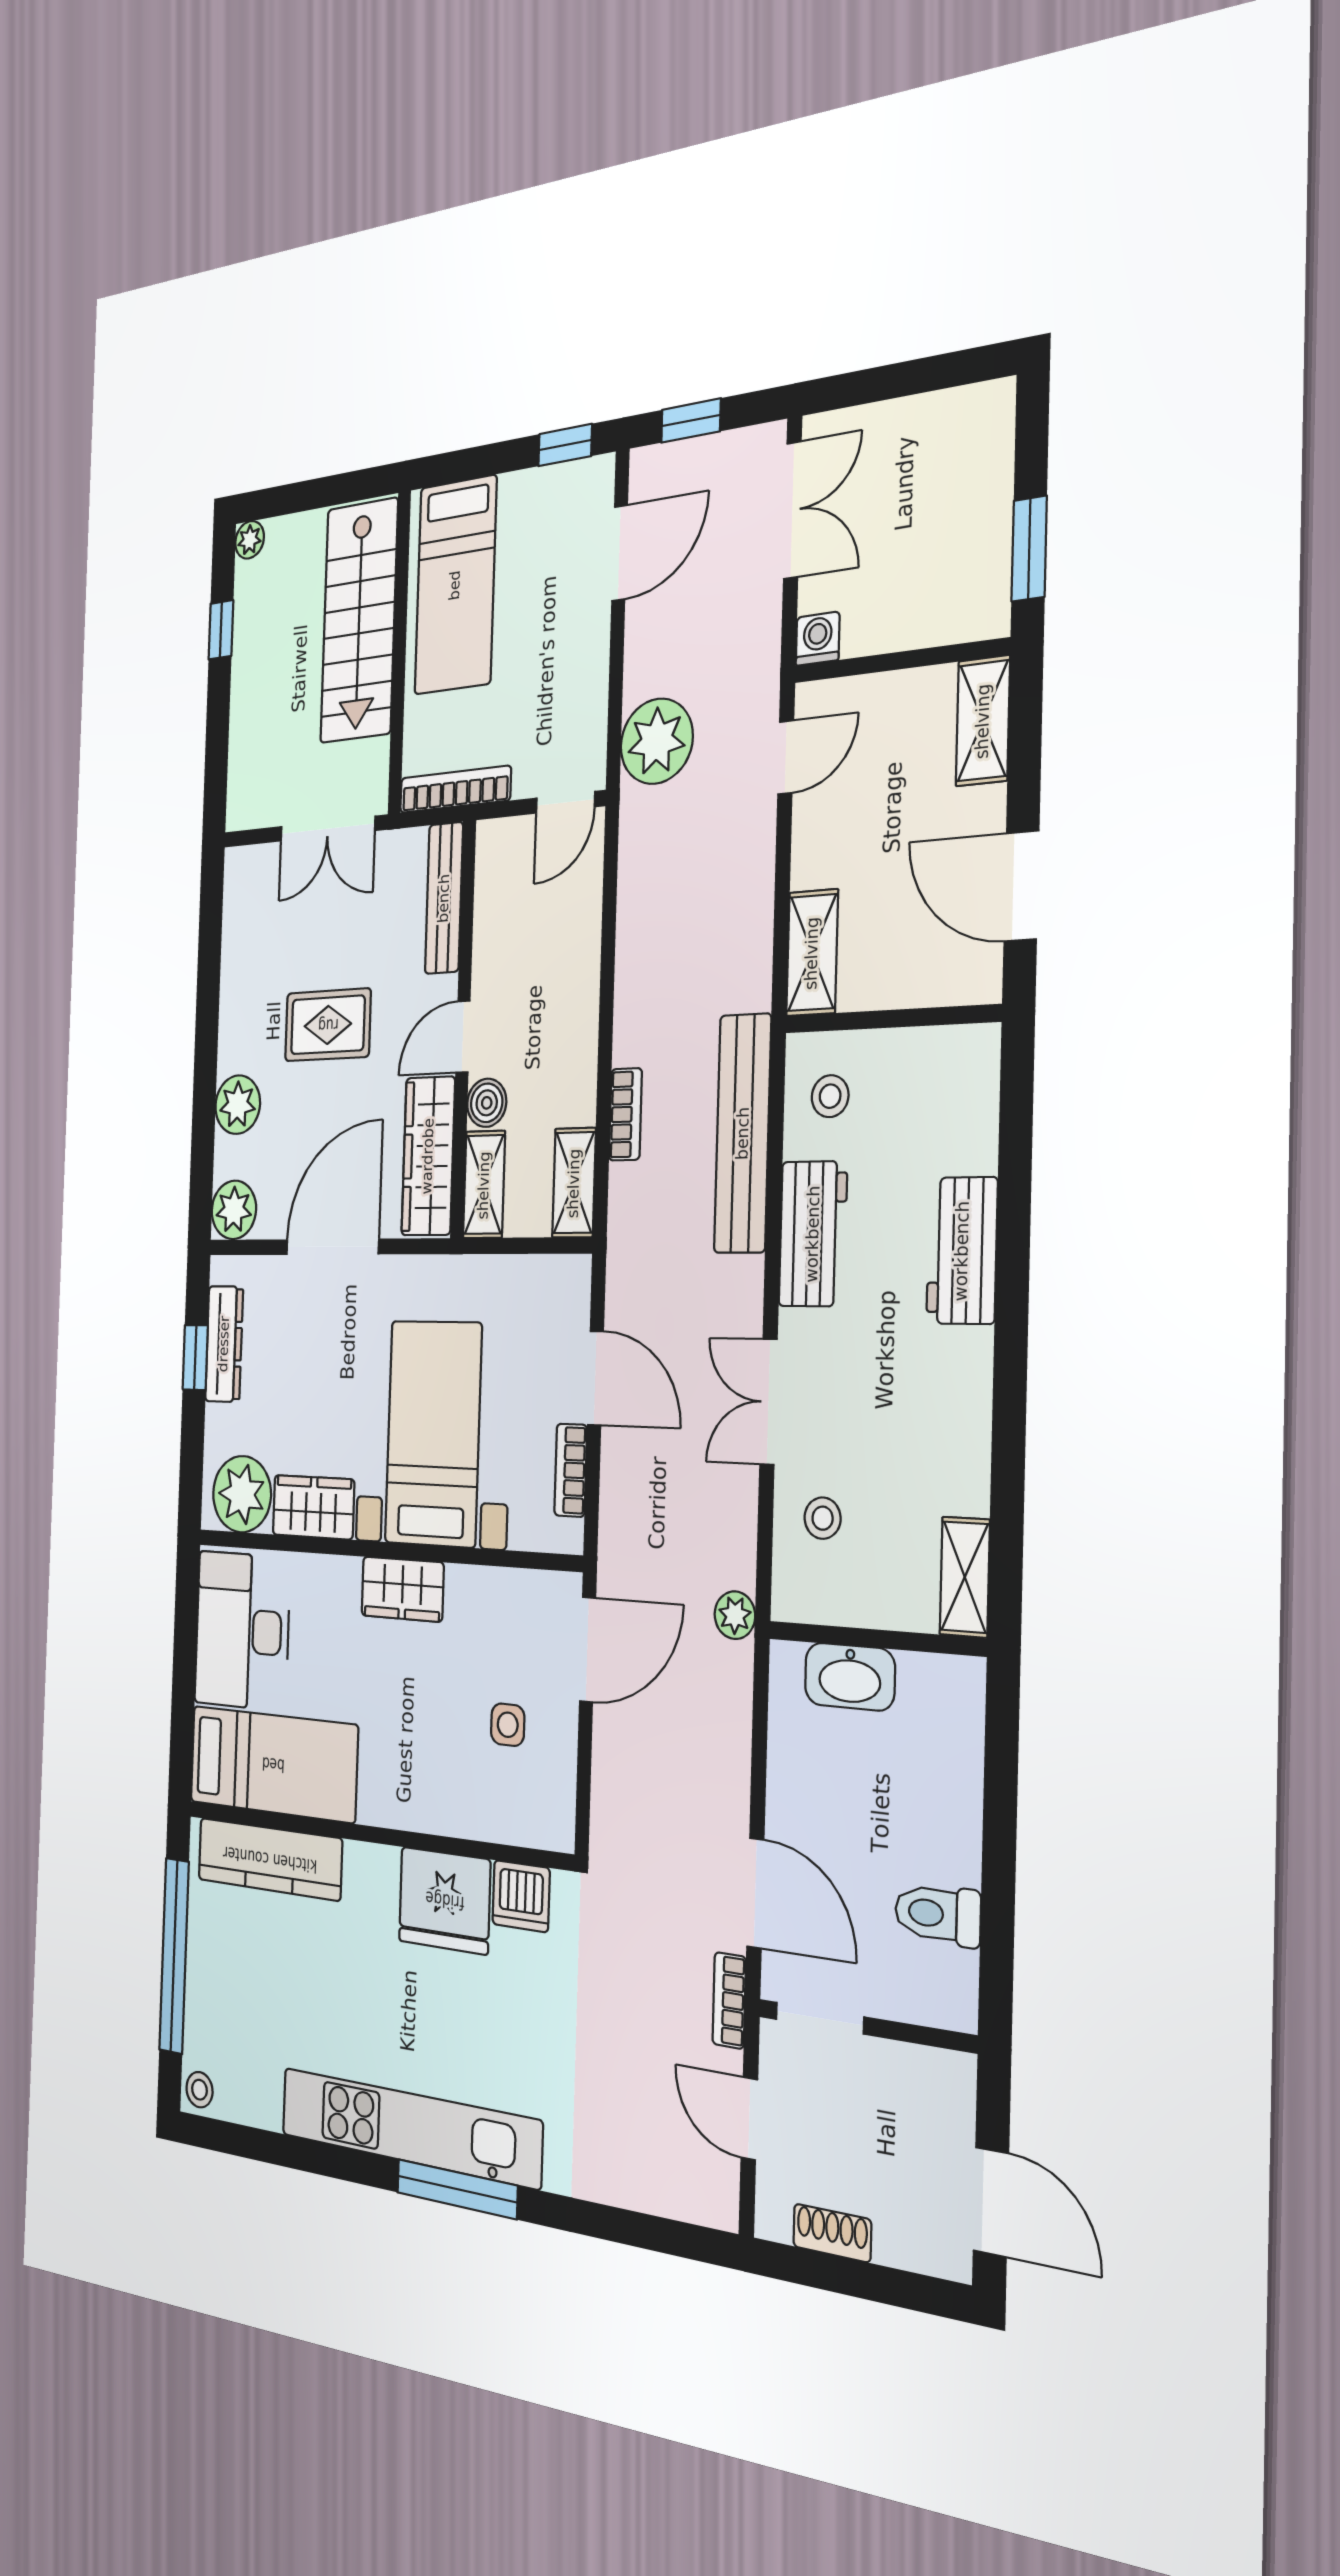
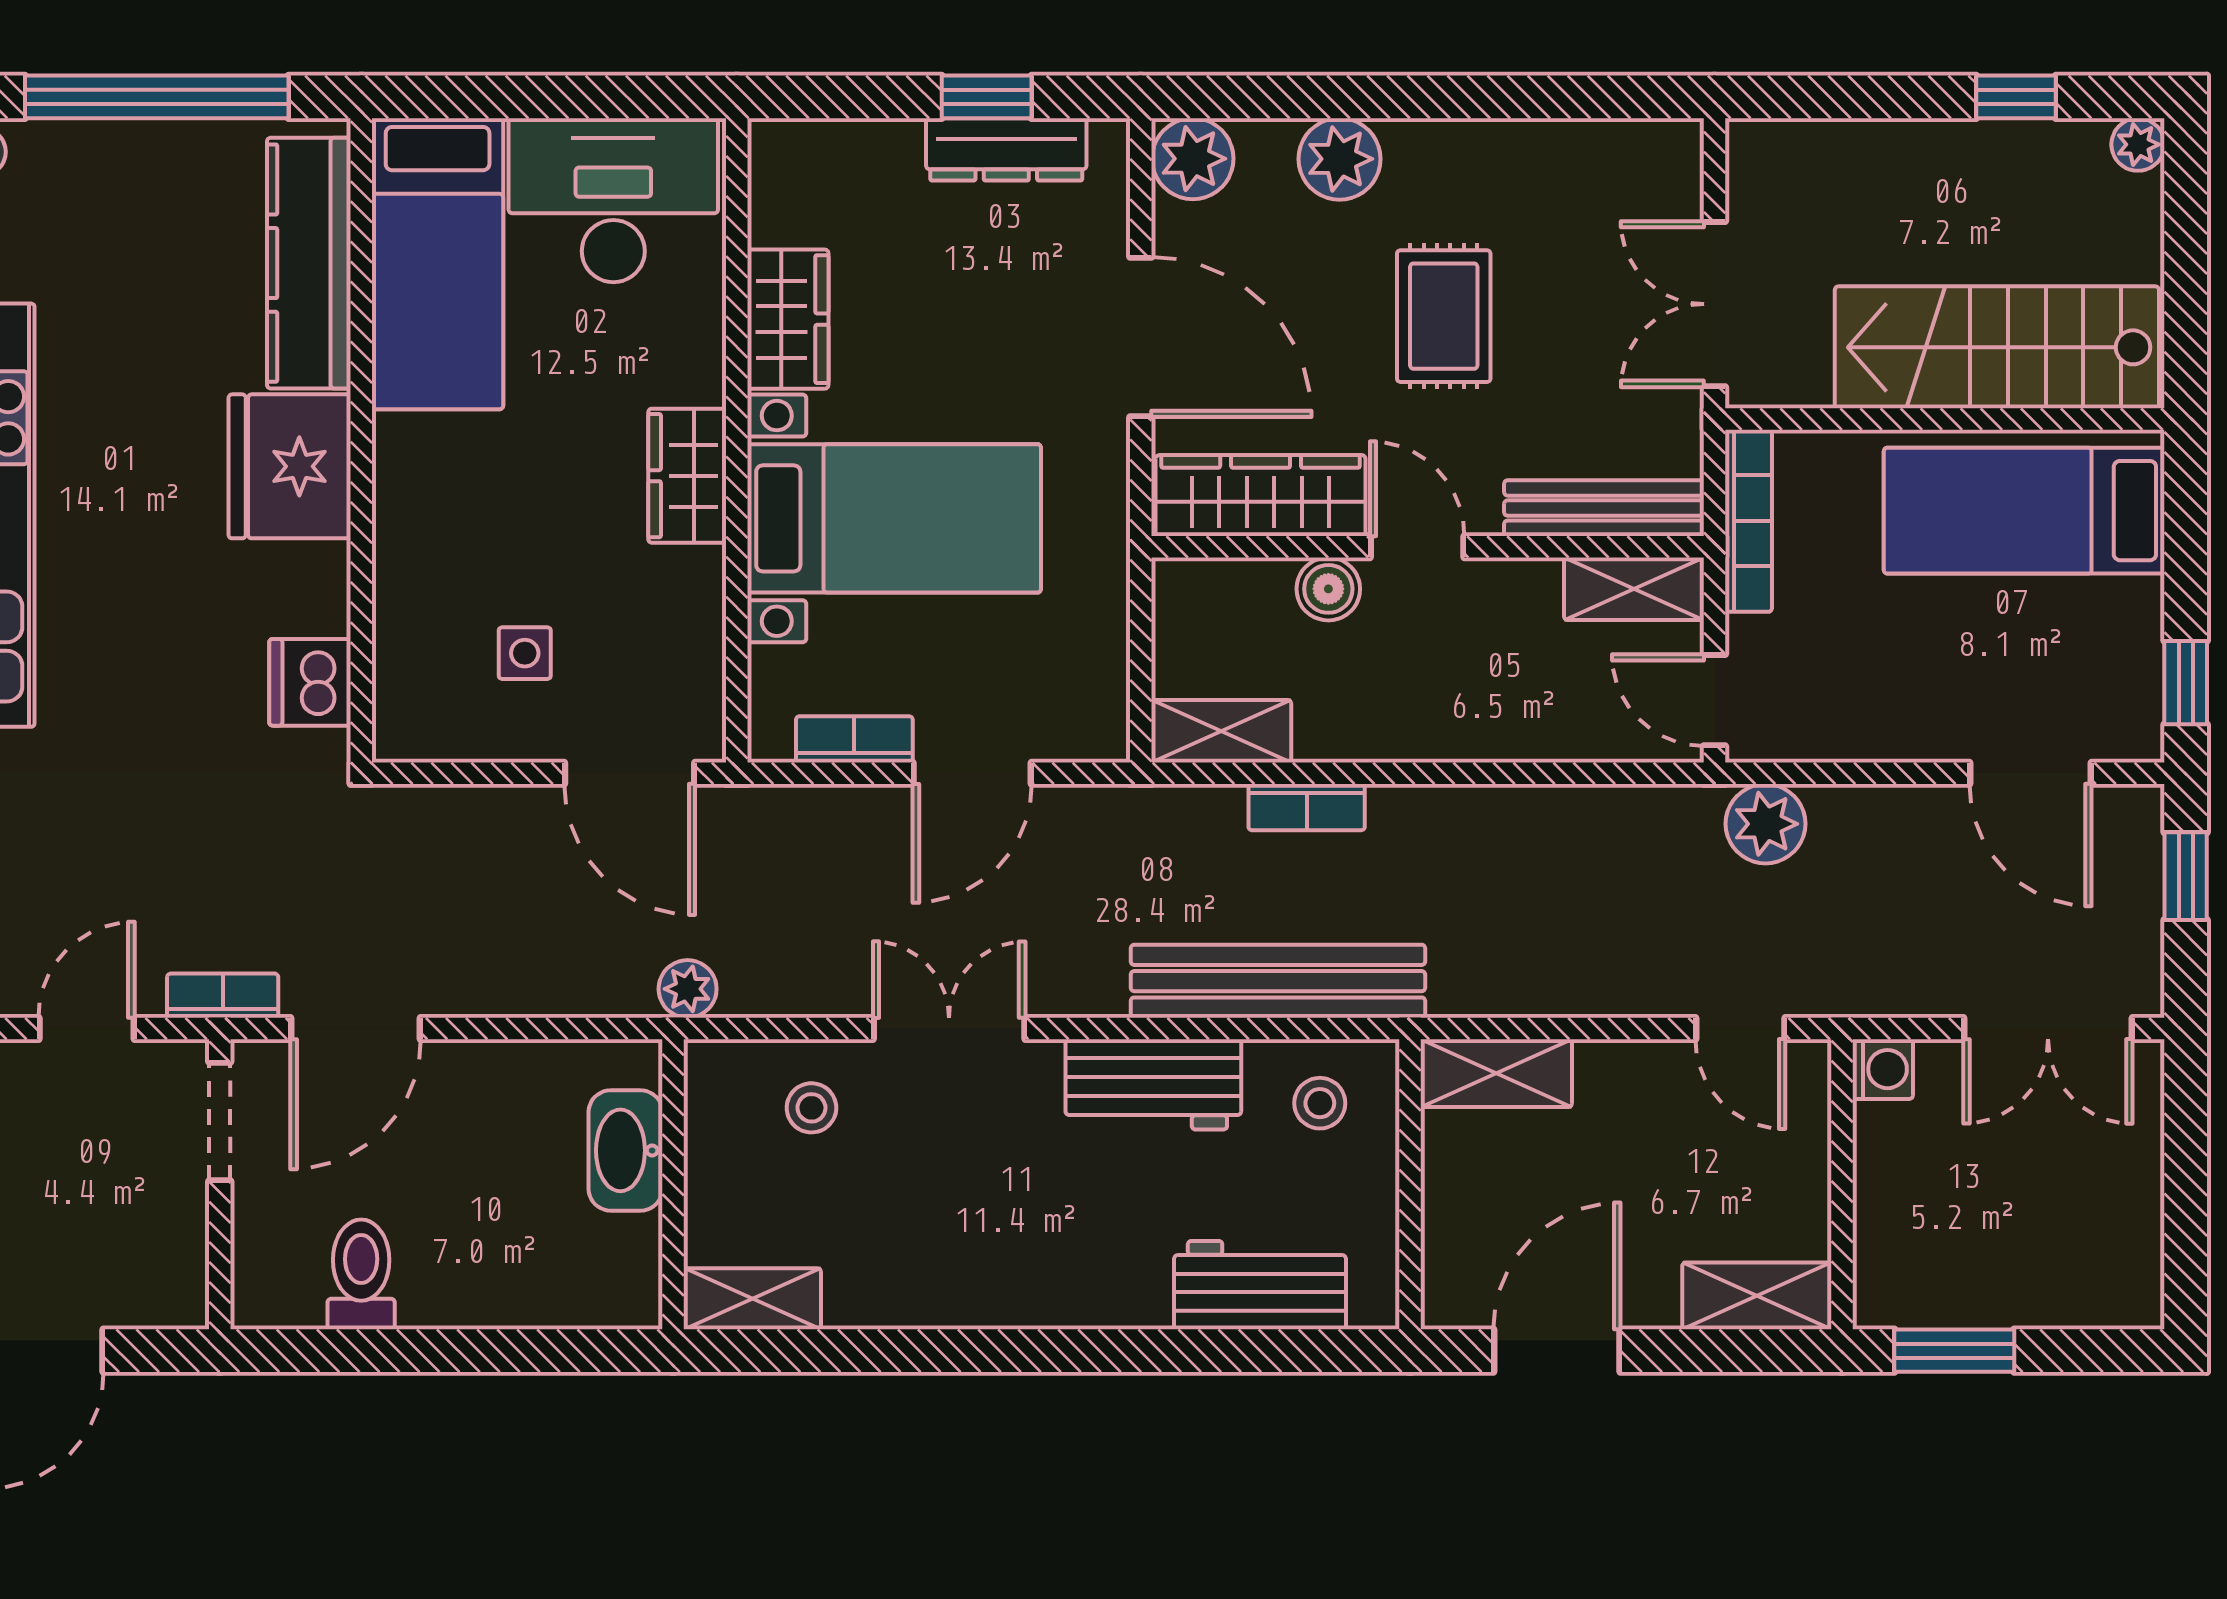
plant: (657, 741) -> (1766, 824), width x0.73, depth x0.73
shelving: (484, 1185) -> (1634, 589), moved
workbench: (962, 1251) -> (1260, 1285), moved
plant: (242, 1494) -> (800, 191), removed
fridge: (445, 1900) -> (290, 466), moved

